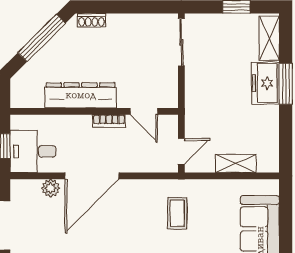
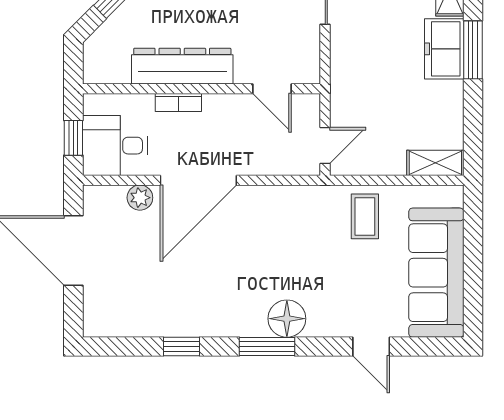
bookcase: (109, 121) -> (178, 102), moved
shelving: (236, 164) -> (435, 163), moved
coffee table: (177, 213) -> (365, 216), moved

